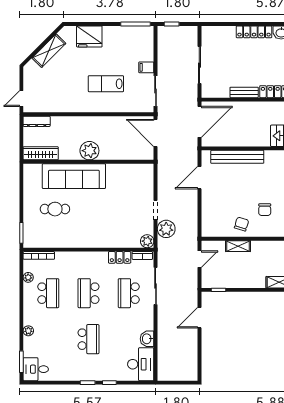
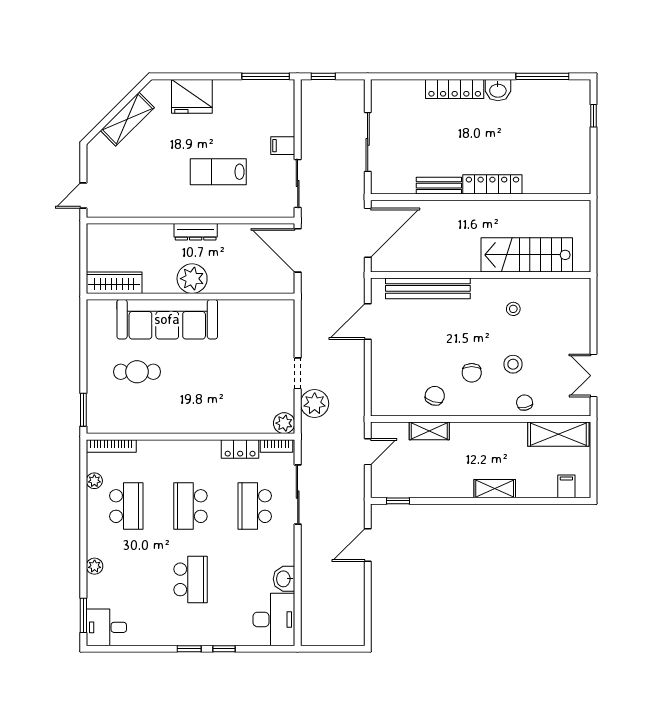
dresser: (37, 121) -> (196, 232), moved

